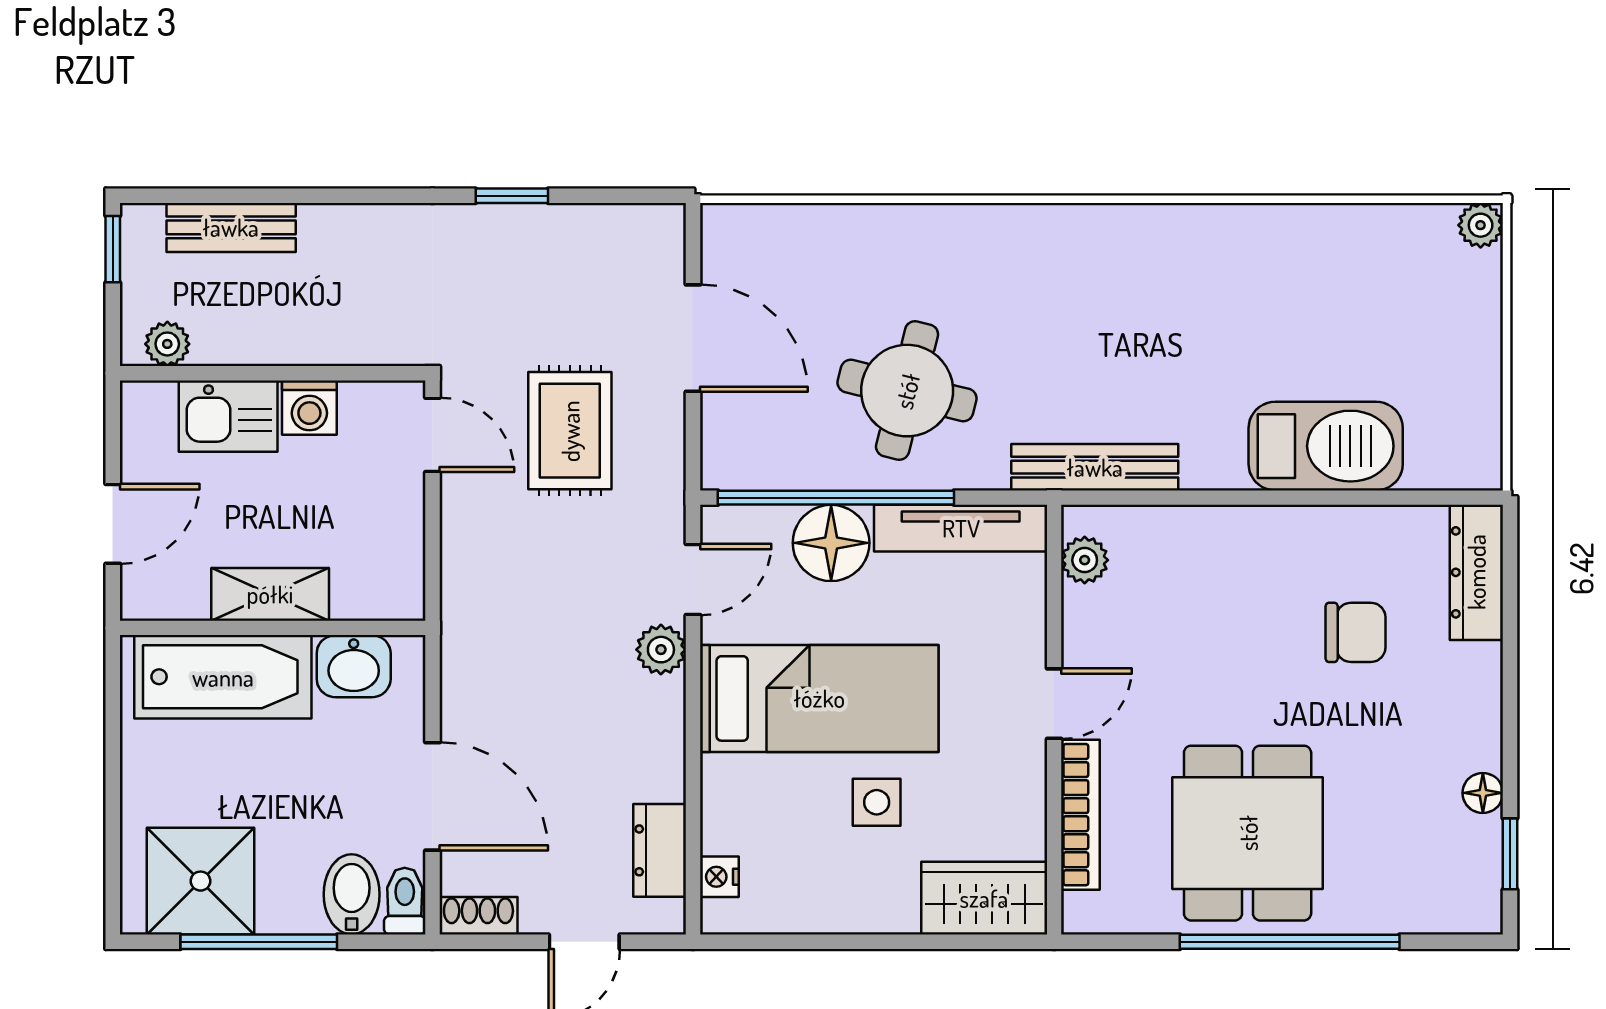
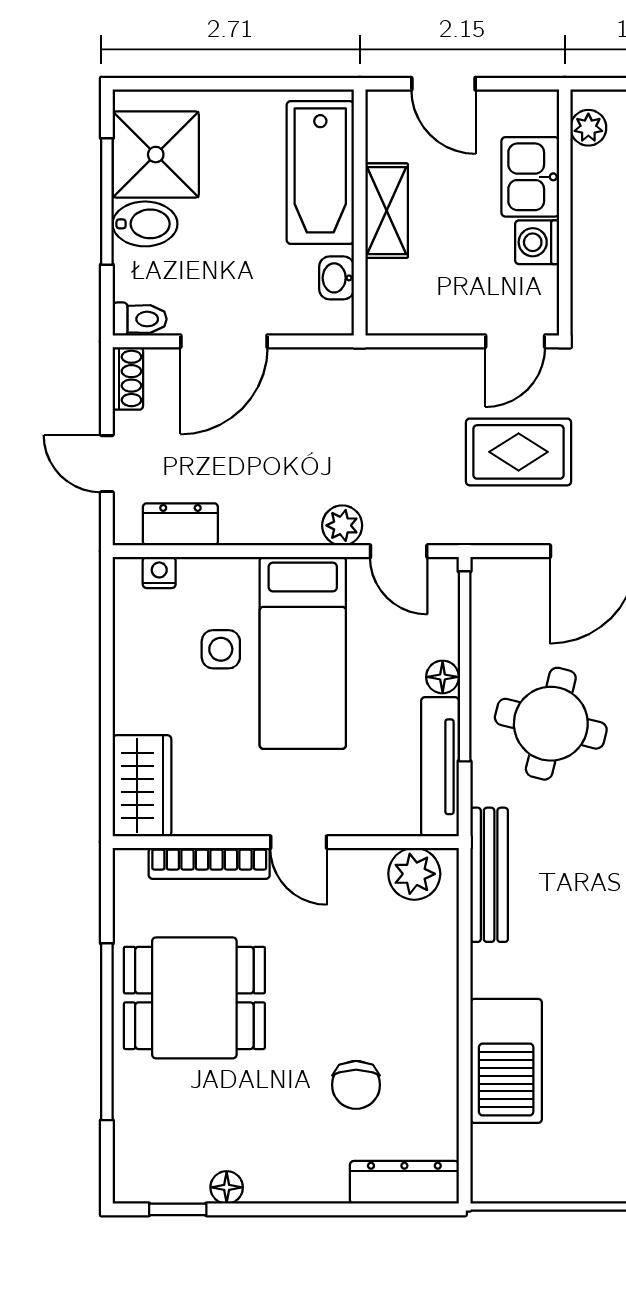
floor lamp: (831, 543) -> (443, 677), width x0.53, depth x0.53
plant: (1085, 560) -> (414, 874), width x1.38, depth x1.38
washbasin: (354, 666) -> (337, 278), width x0.72, depth x0.69
side table: (877, 802) -> (221, 649), moved
bidet: (352, 894) -> (145, 224), moved

